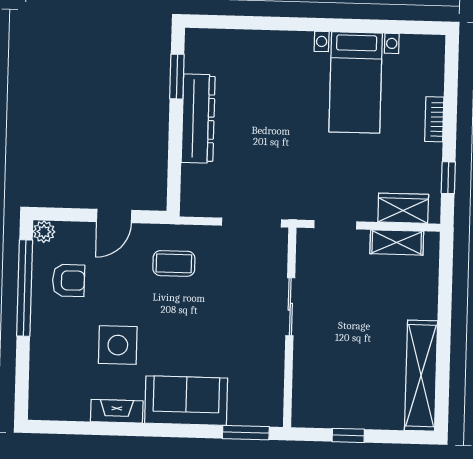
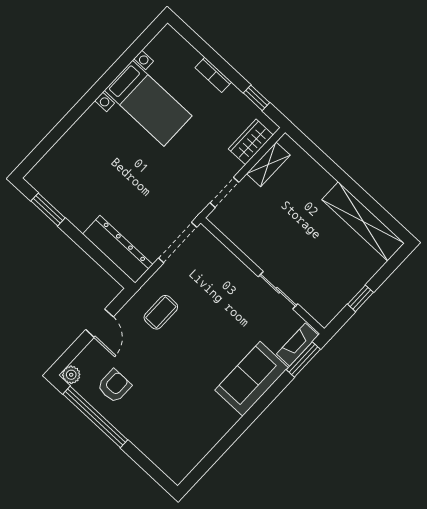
dresser: (198, 119) -> (118, 249), moved
sliding door: (290, 307) -> (278, 290), moved
side table: (118, 345) -> (181, 391), removed
fireplace: (117, 411) -> (297, 345), moved

